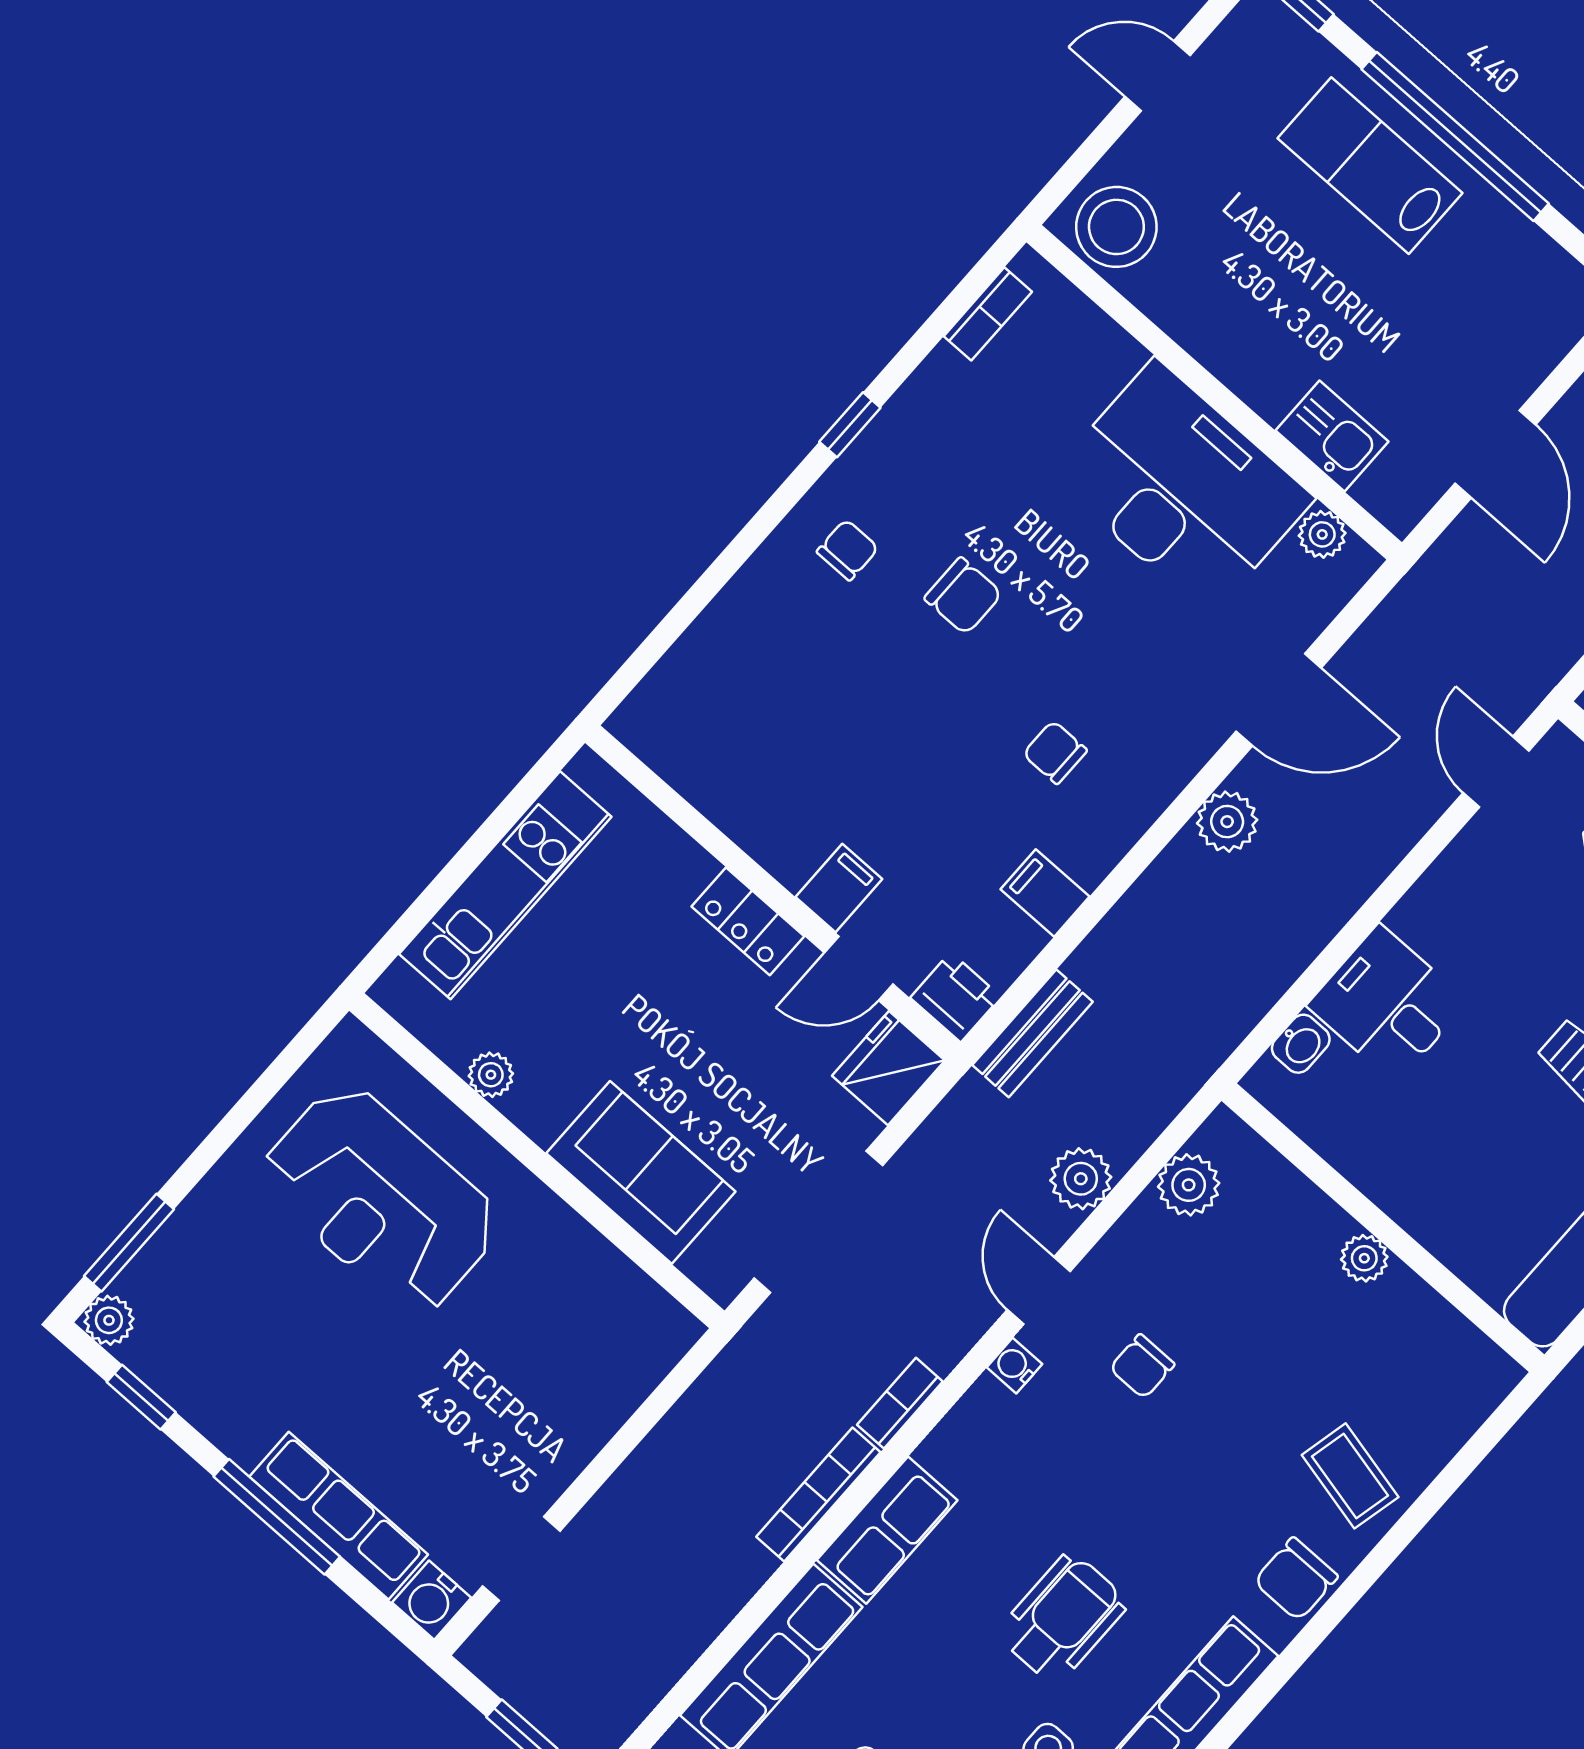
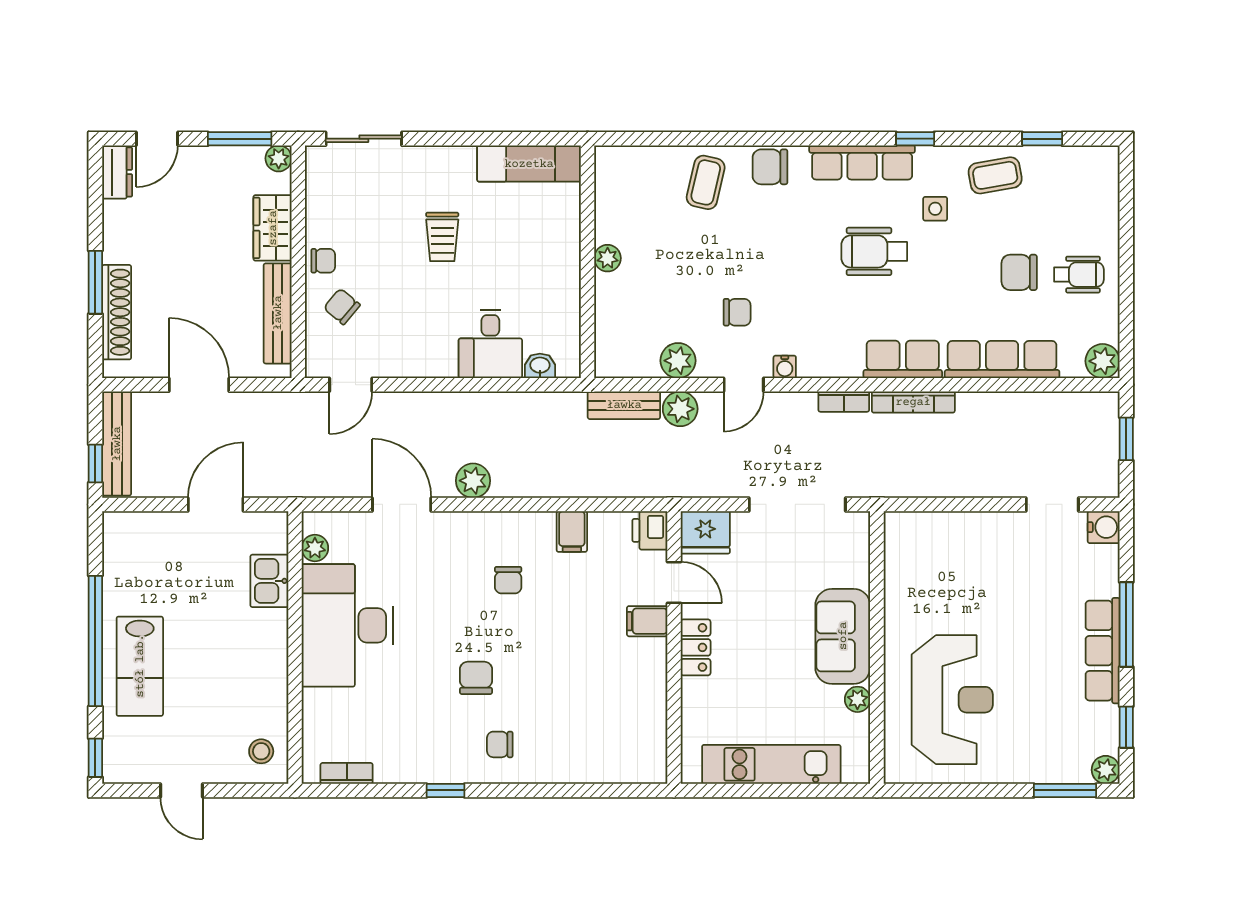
stool: (1116, 227) -> (261, 751), width x0.53, depth x0.53
bench: (1033, 1033) -> (624, 405), moved
sofa: (641, 1172) -> (843, 636), moved
plant: (1189, 1185) -> (678, 361), moved
row of seats: (339, 1516) -> (1103, 651), moved
chair: (1296, 1579) -> (770, 167), turned 180

